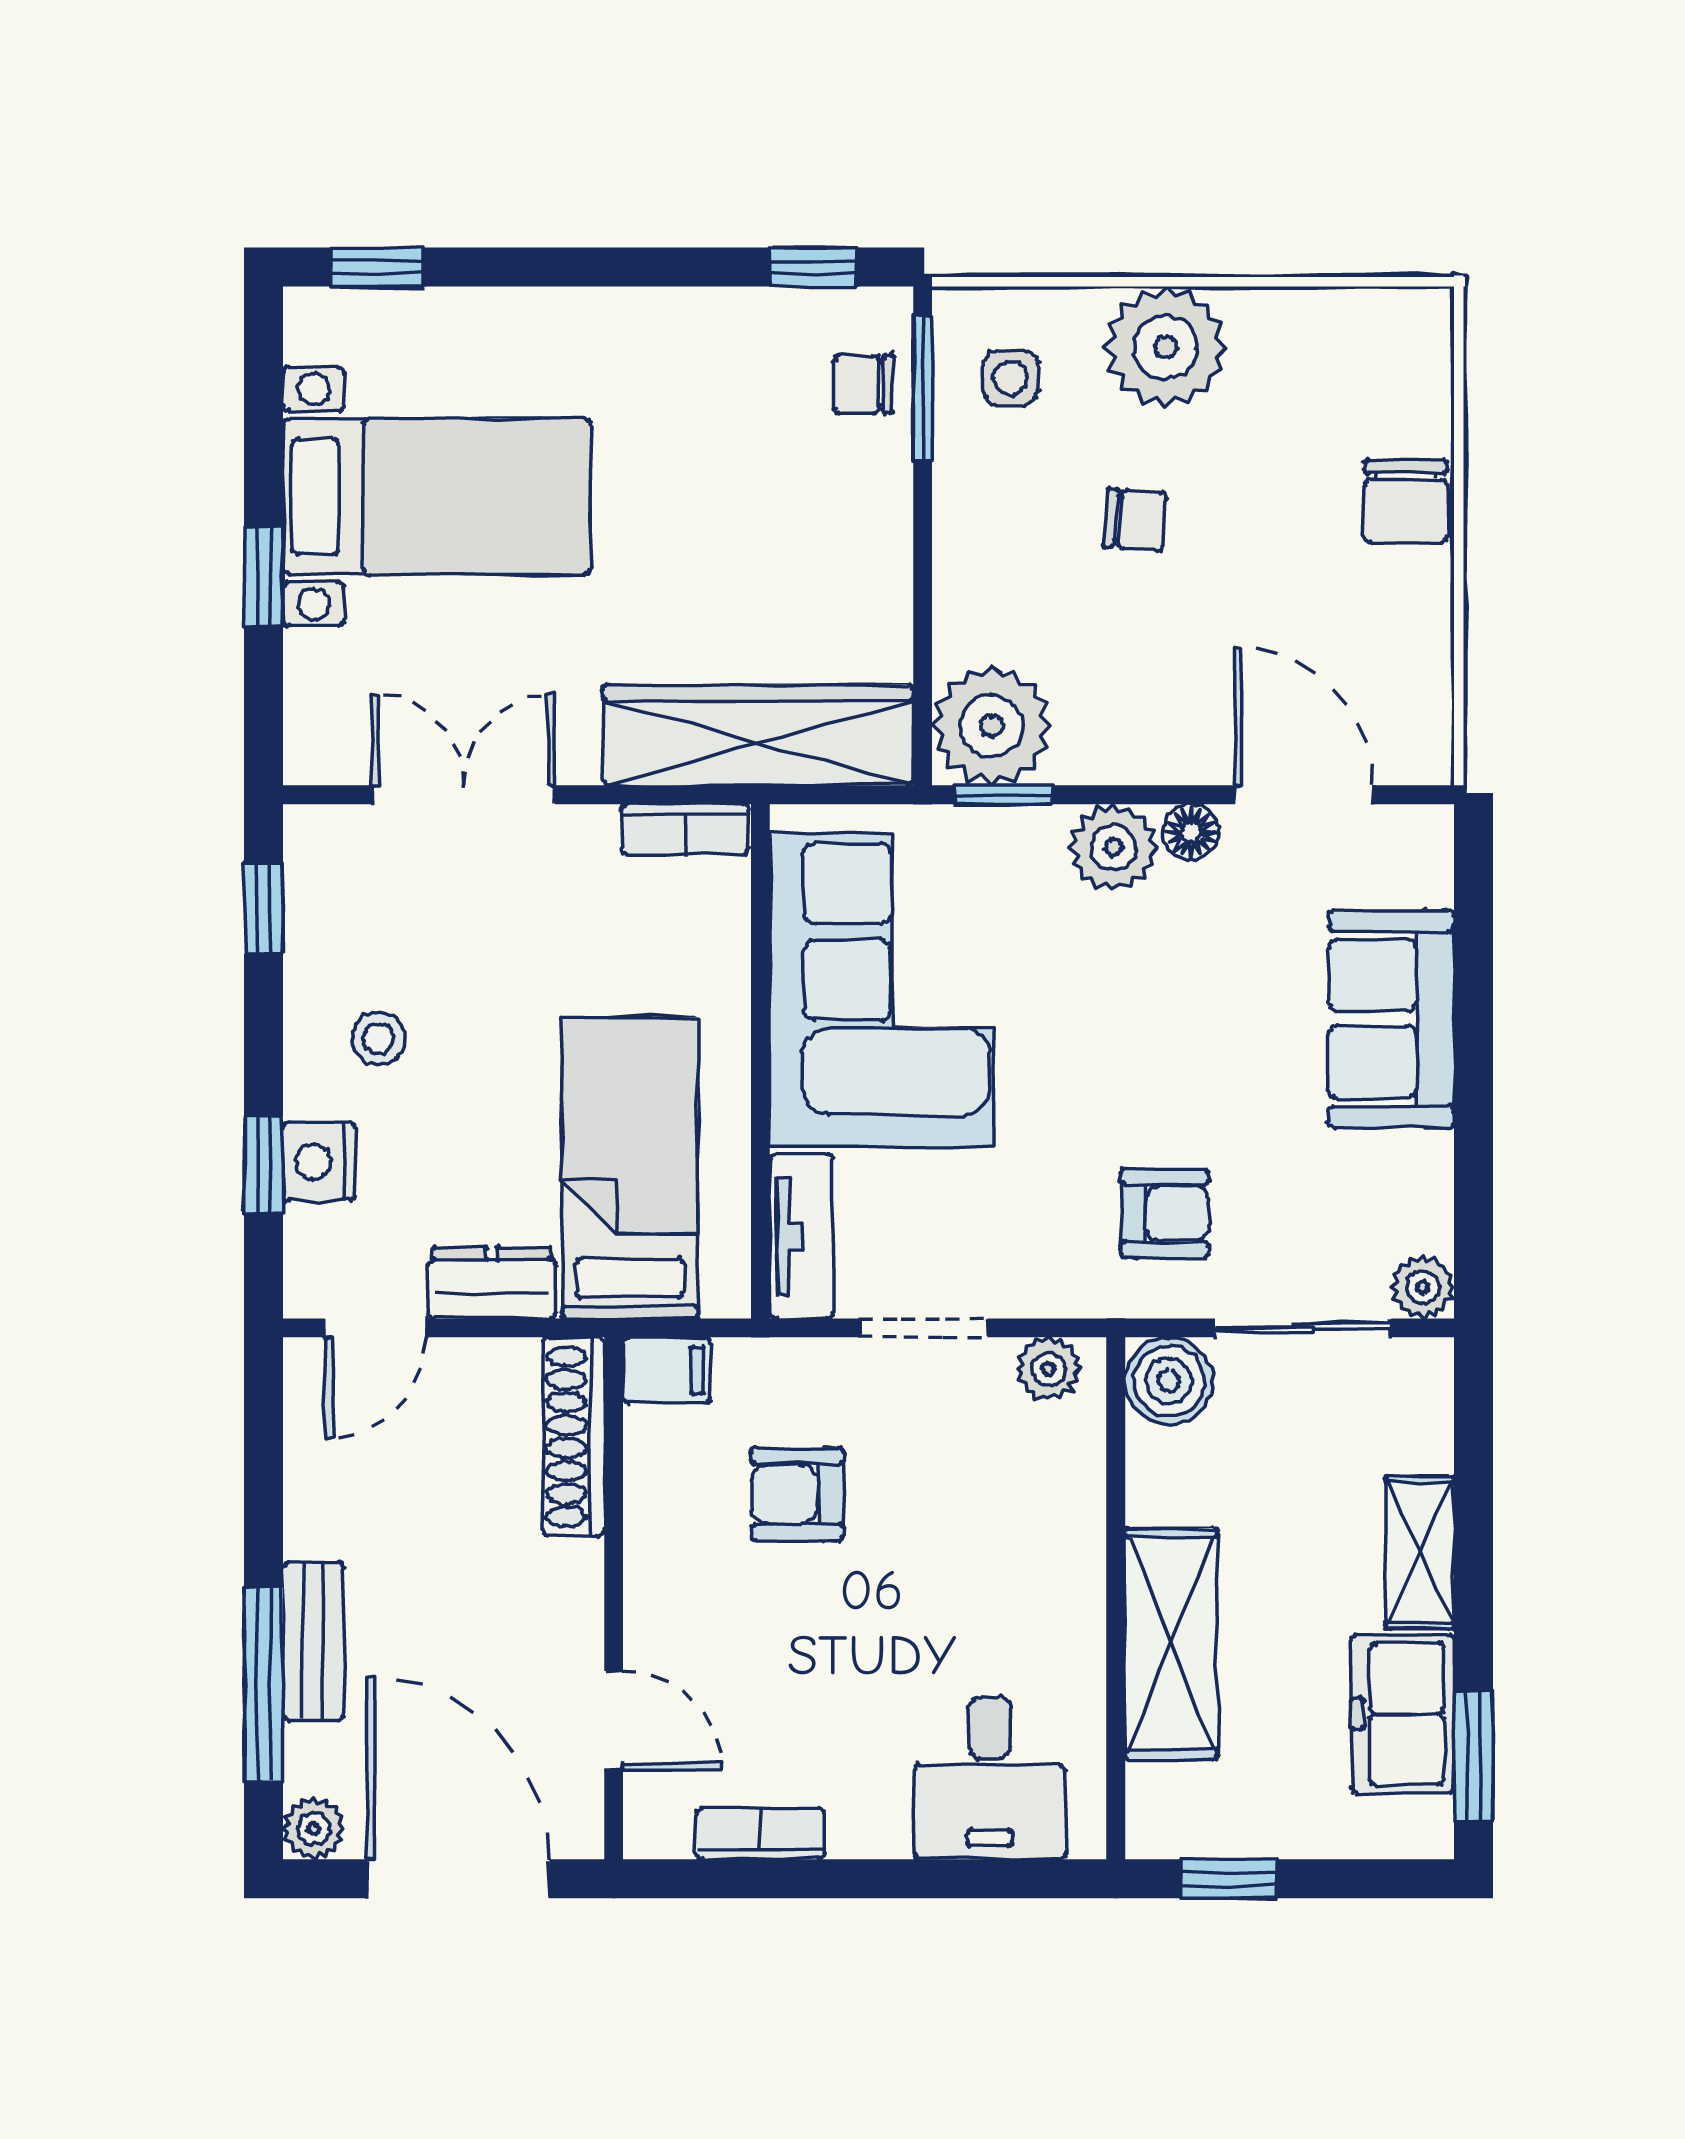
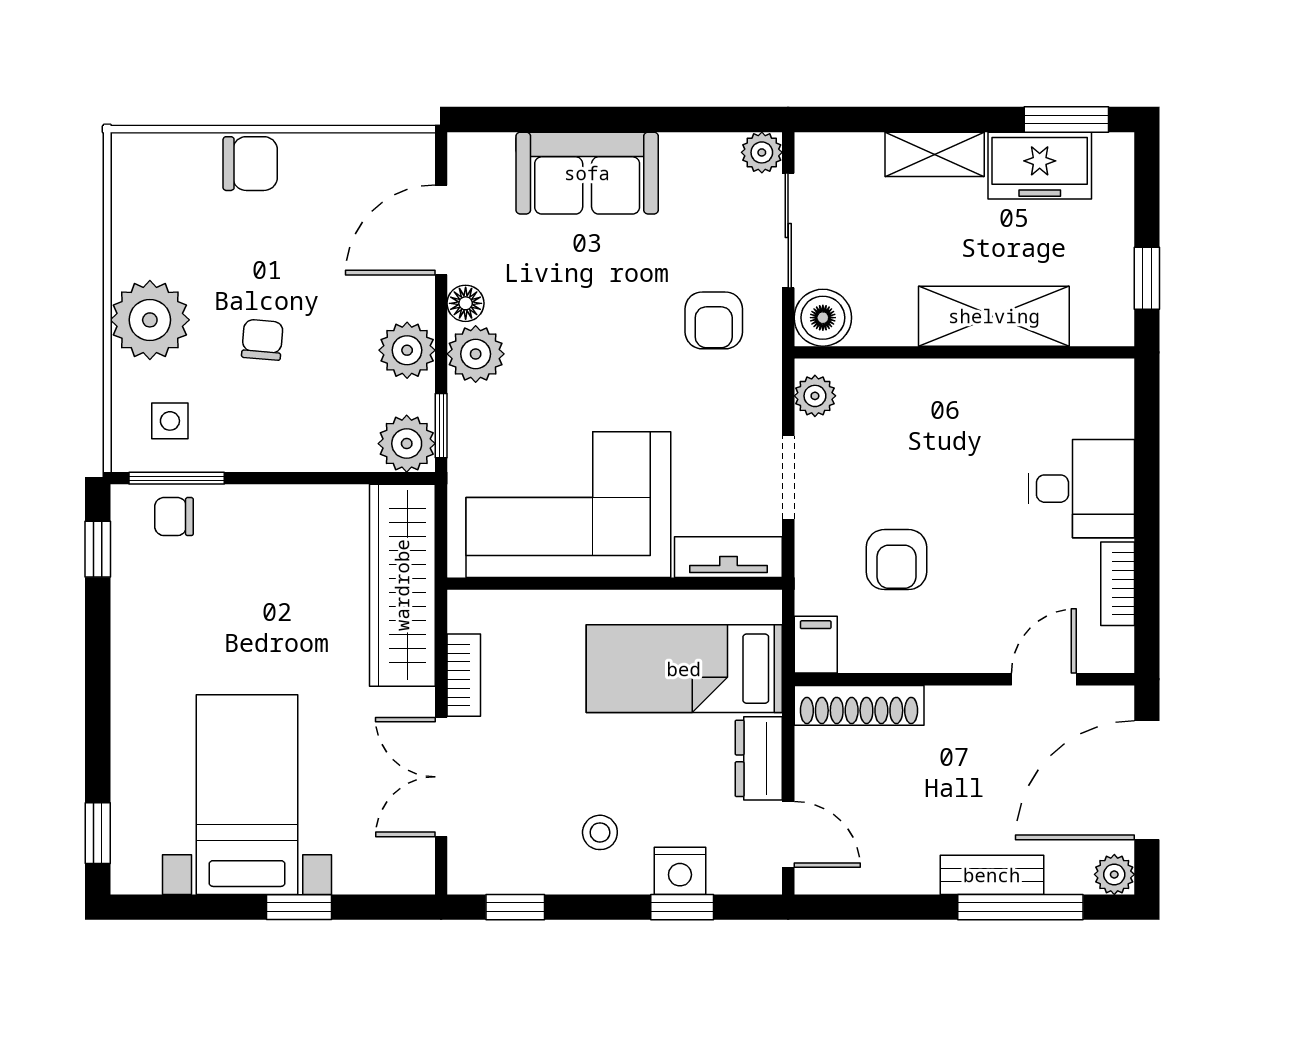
chair: (863, 384) -> (174, 517), turned 90
plant: (992, 726) -> (407, 444), width x0.73, depth x0.73
plant: (1119, 742) -> (407, 350), added
bookcase: (685, 829) -> (464, 675), moved
armchair: (1165, 1213) -> (714, 320), turned 180
desk: (990, 1778) -> (1081, 489), moved

